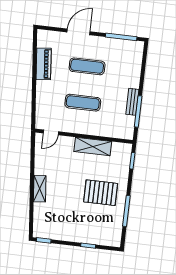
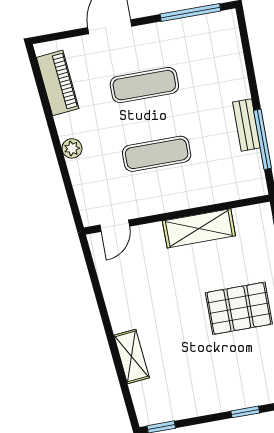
piano: (44, 64) -> (58, 83), moved
plant: (41, 87) -> (72, 148), added
shelving: (40, 189) -> (132, 356), moved

